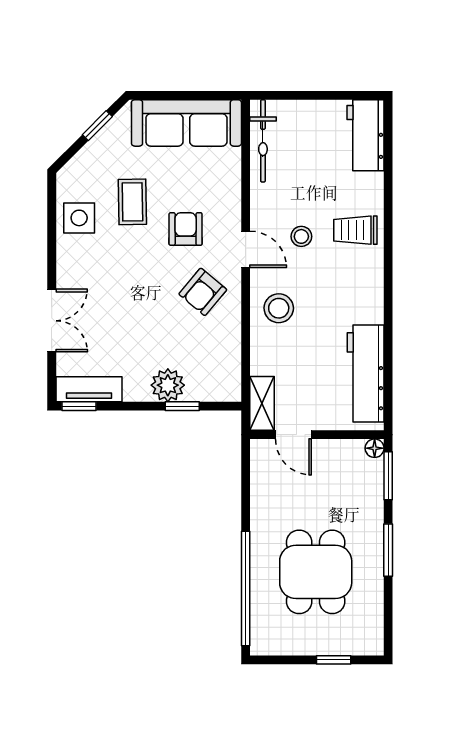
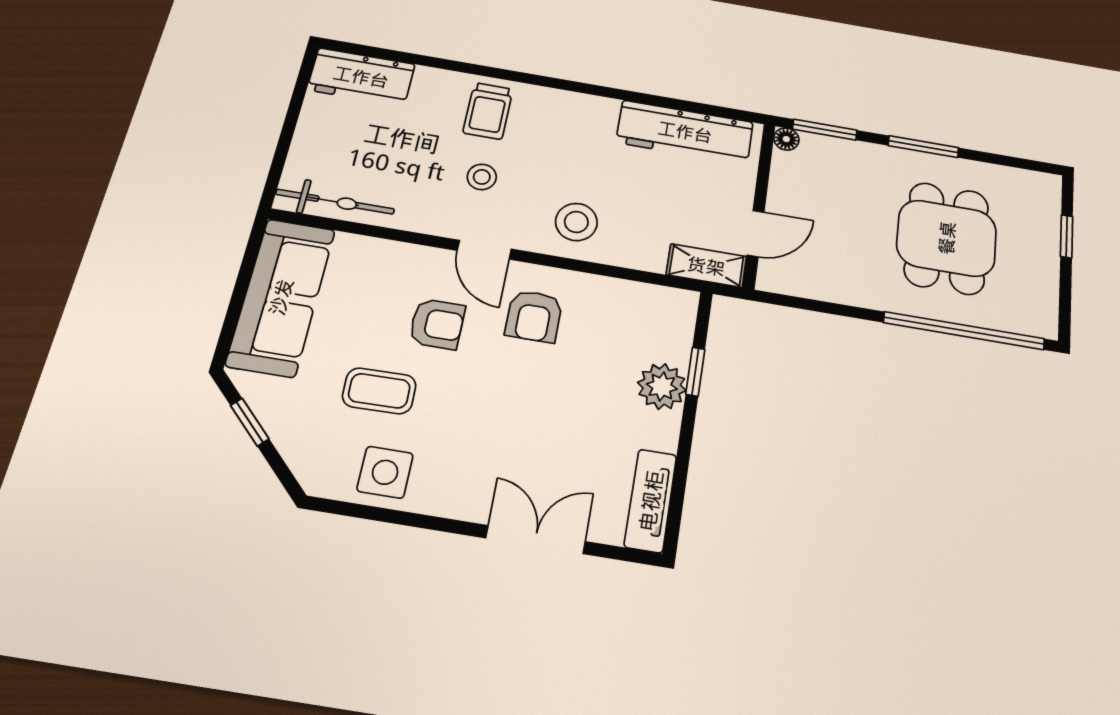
armchair: (186, 229) -> (437, 324), turned 180
door: (246, 249) -> (484, 250), swing flipped
armchair: (203, 292) -> (534, 316), turned 50
window: (79, 406) -> (674, 520), removed
dining table: (316, 572) -> (947, 238), turned 90

